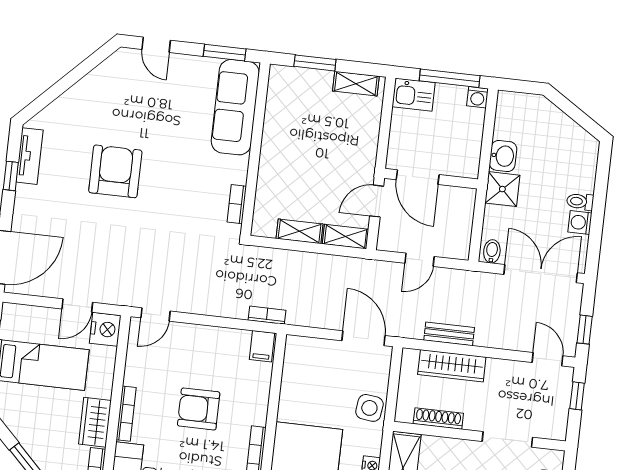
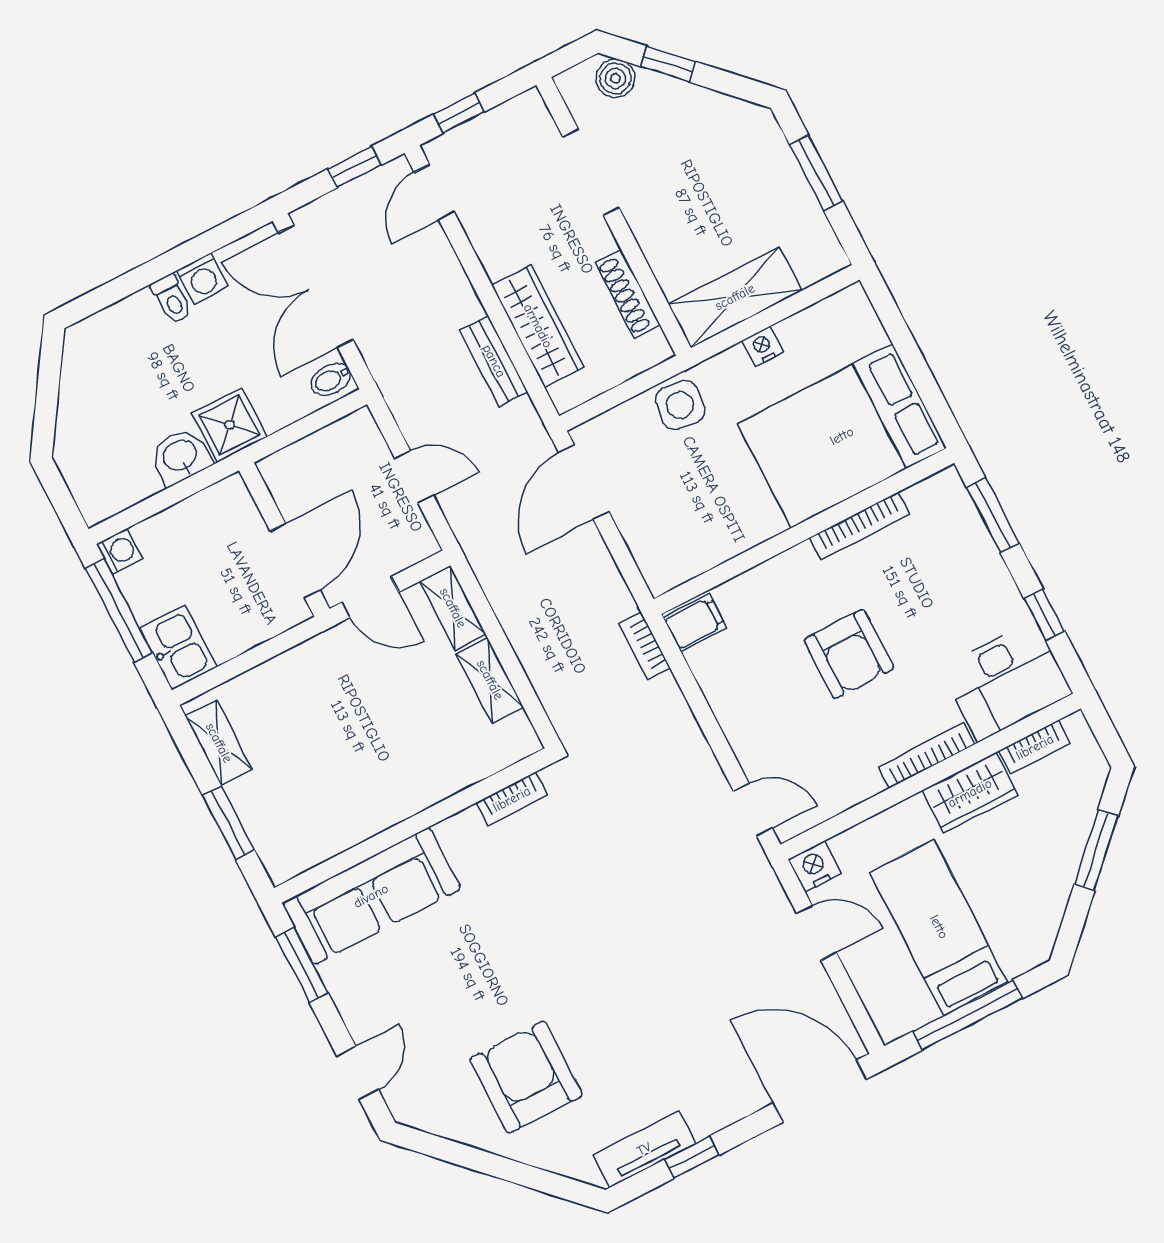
armchair: (115, 171) -> (526, 1077), moved, turned 90
nightstand: (105, 329) -> (814, 867), width x0.74, depth x0.75

